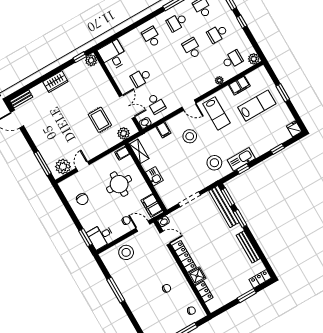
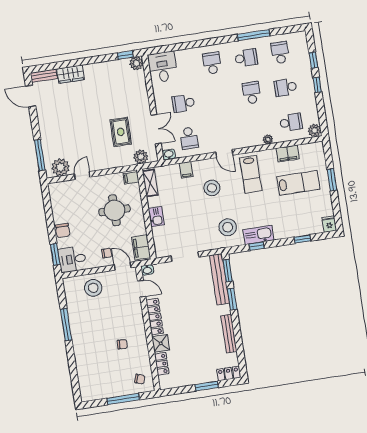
school desk: (177, 22) -> (246, 58), turned 180
wardrobe: (55, 82) -> (71, 74), moved
chair: (82, 199) -> (63, 230), moved

